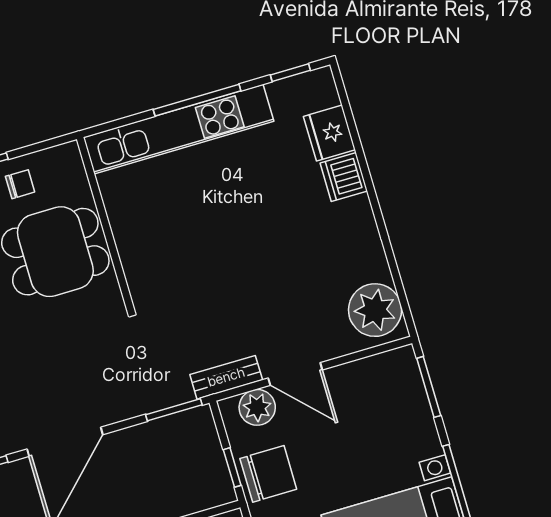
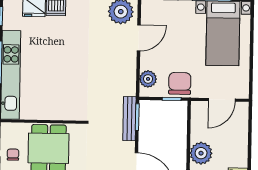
door: (295, 374) -> (139, 38), moved
bench: (226, 377) -> (129, 119), moved, width x1.36

